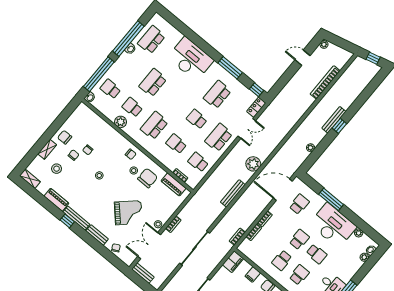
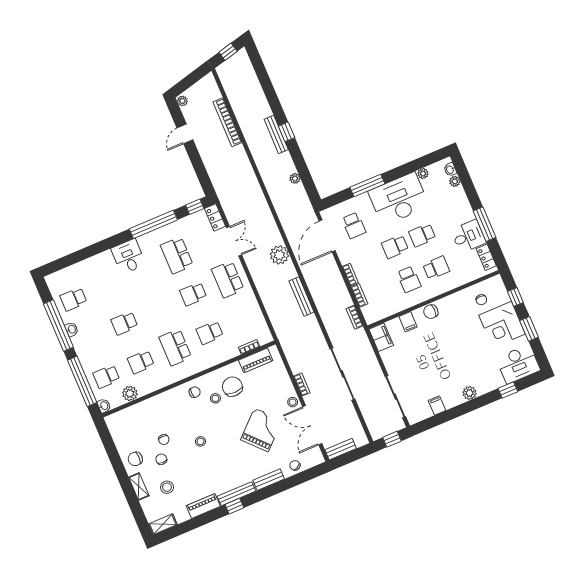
school desk: (151, 40) -> (73, 299), width x0.54
desk: (191, 59) -> (128, 257), width x0.53, depth x0.77
window: (230, 68) -> (153, 224), width x1.46
school desk: (153, 83) -> (124, 323), width x0.54
plant: (121, 122) -> (130, 393), moved
school desk: (198, 162) -> (244, 318), removed
school desk: (299, 204) -> (354, 225), turned 180
school desk: (299, 239) -> (395, 247), turned -90
school desk: (317, 254) -> (422, 235), turned 180
school desk: (299, 275) -> (436, 268), turned 90

